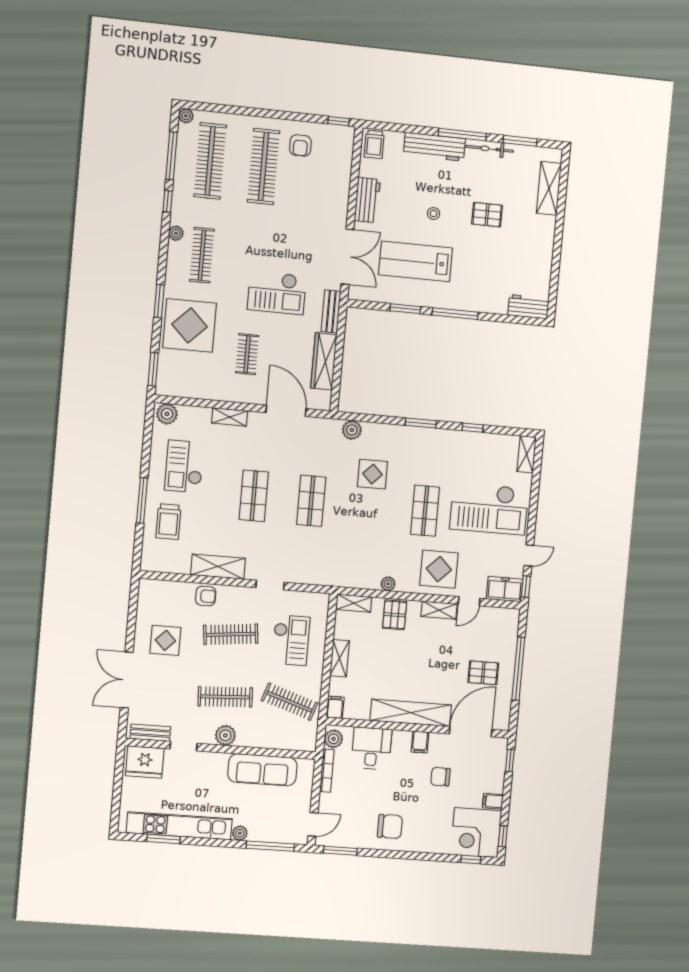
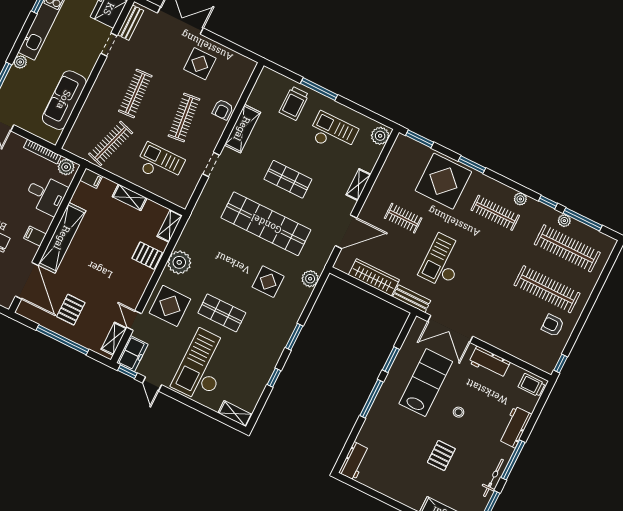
plant: (186, 116) -> (564, 221), moved
workbench: (434, 147) -> (515, 427), width x0.73
shop shelf: (311, 501) -> (266, 224), width x2.00, depth x1.36
trolley: (168, 522) -> (294, 103), turned -90
plant: (388, 584) -> (179, 262), width x1.88, depth x1.88
shelving: (439, 610) -> (114, 339), moved
checkout: (291, 640) -> (160, 164), turned 180
plant: (225, 735) -> (104, 81), removed

